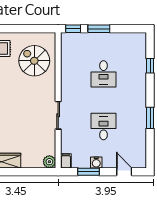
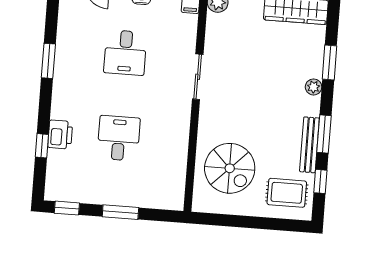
window: (73, 29) -> (67, 208), moved
printer: (139, 73) -> (60, 135), added

